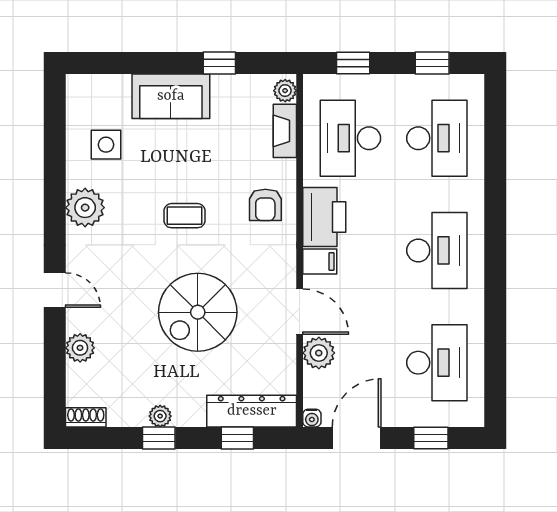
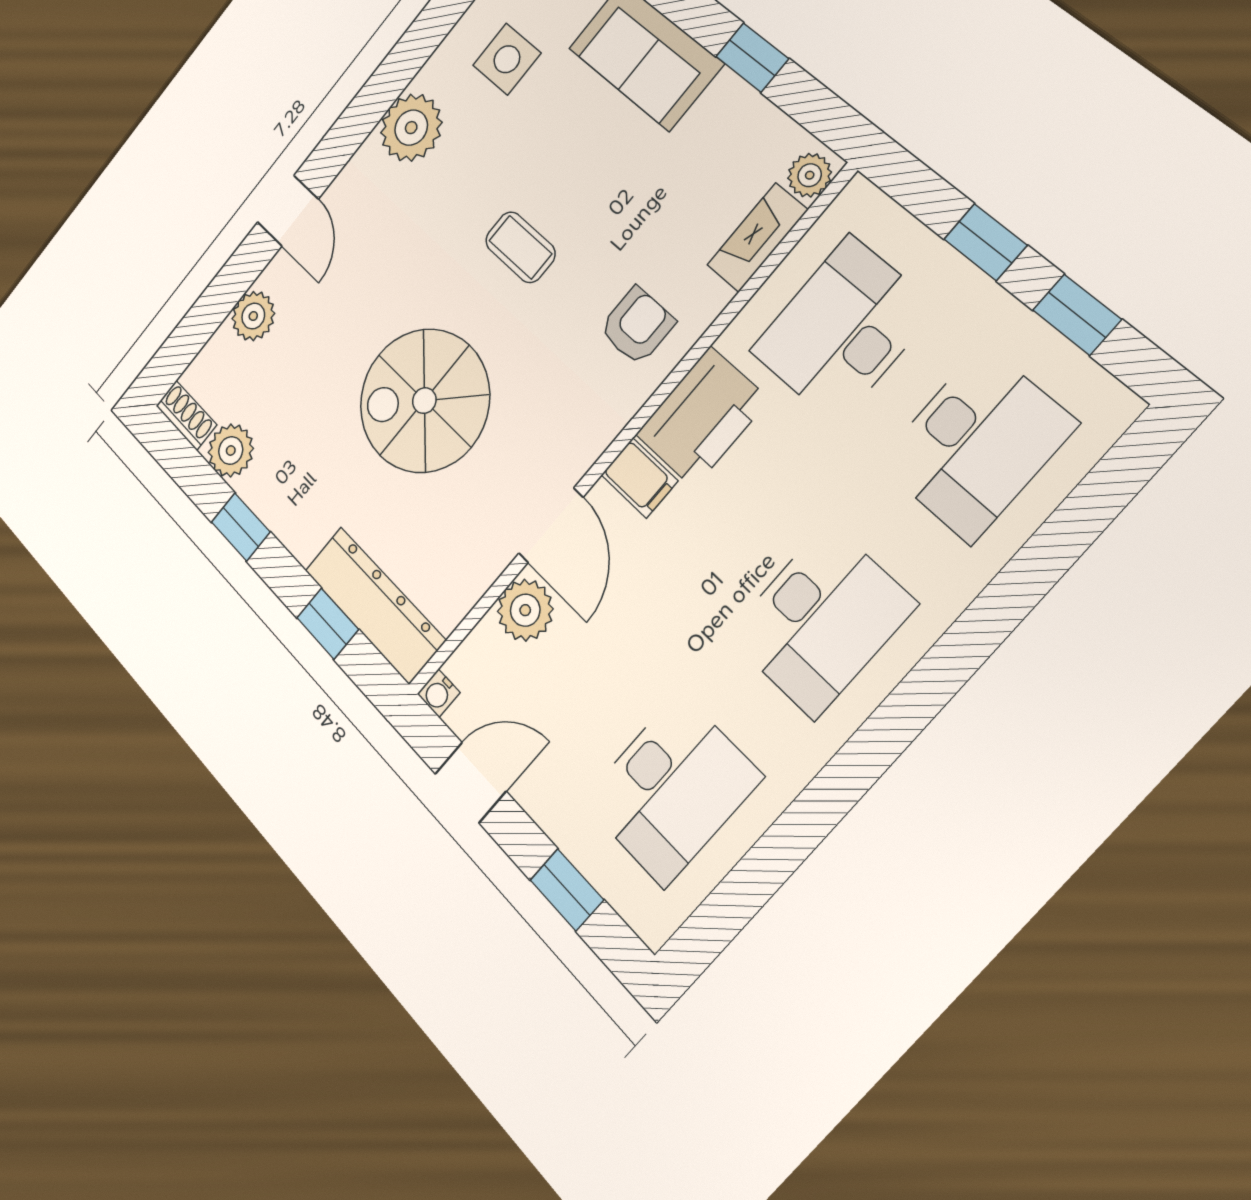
window: (353, 63) -> (985, 242), moved
armchair: (265, 205) -> (637, 326), turned 180
plant: (160, 416) -> (231, 450), moved, width x1.38, depth x1.38
door: (357, 438) -> (470, 783), width x0.73

